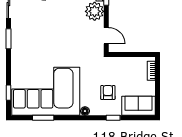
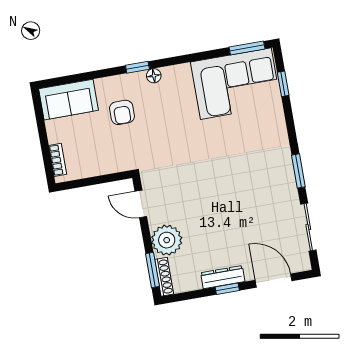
corner sofa: (46, 91) -> (236, 84), width x0.73, depth x0.74
window: (43, 118) -> (247, 48), moved
window: (113, 118) -> (137, 67), moved

